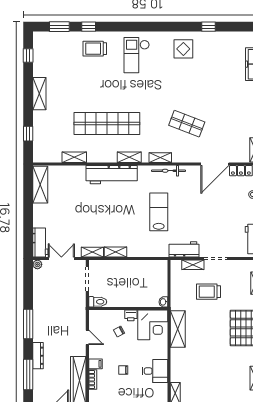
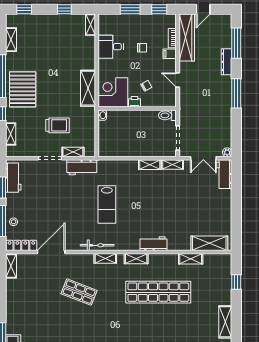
workbench: (112, 175) -> (154, 244), width x0.53, depth x0.76
shelving: (40, 185) -> (209, 243), moved, turned 90

